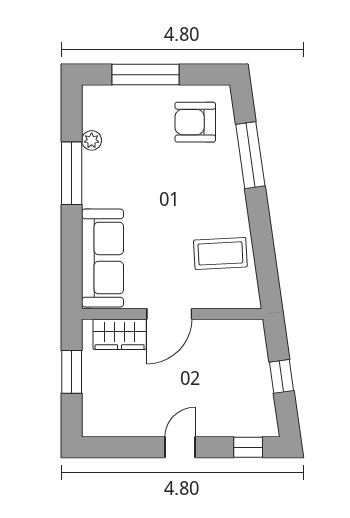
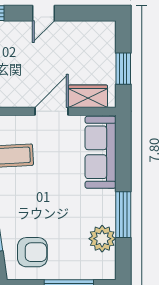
plant: (92, 140) -> (102, 239), width x1.87, depth x1.87

